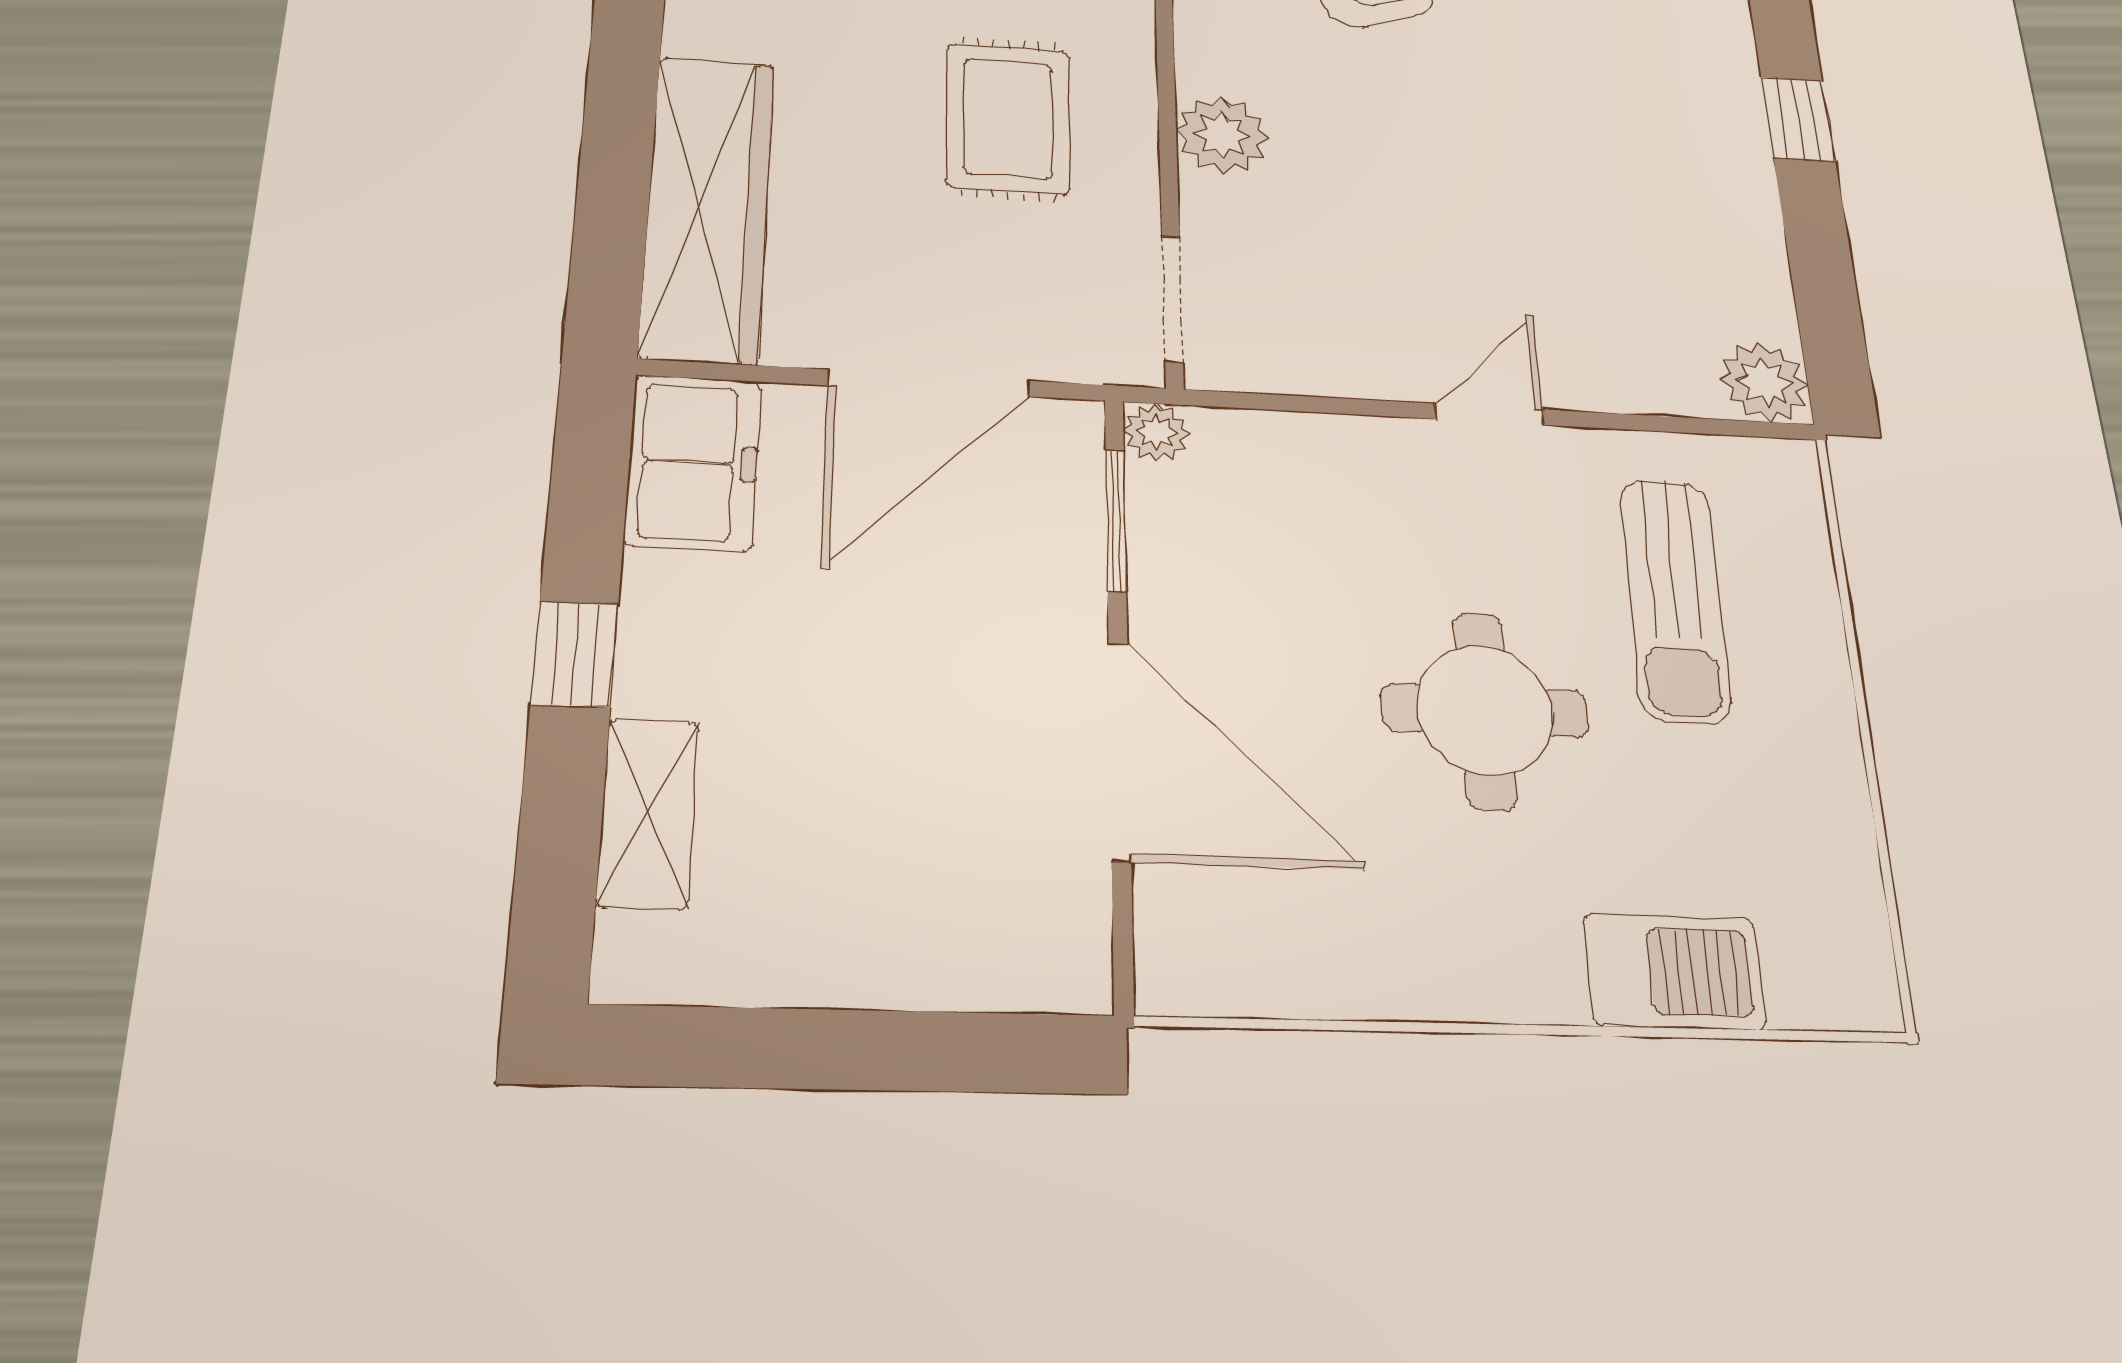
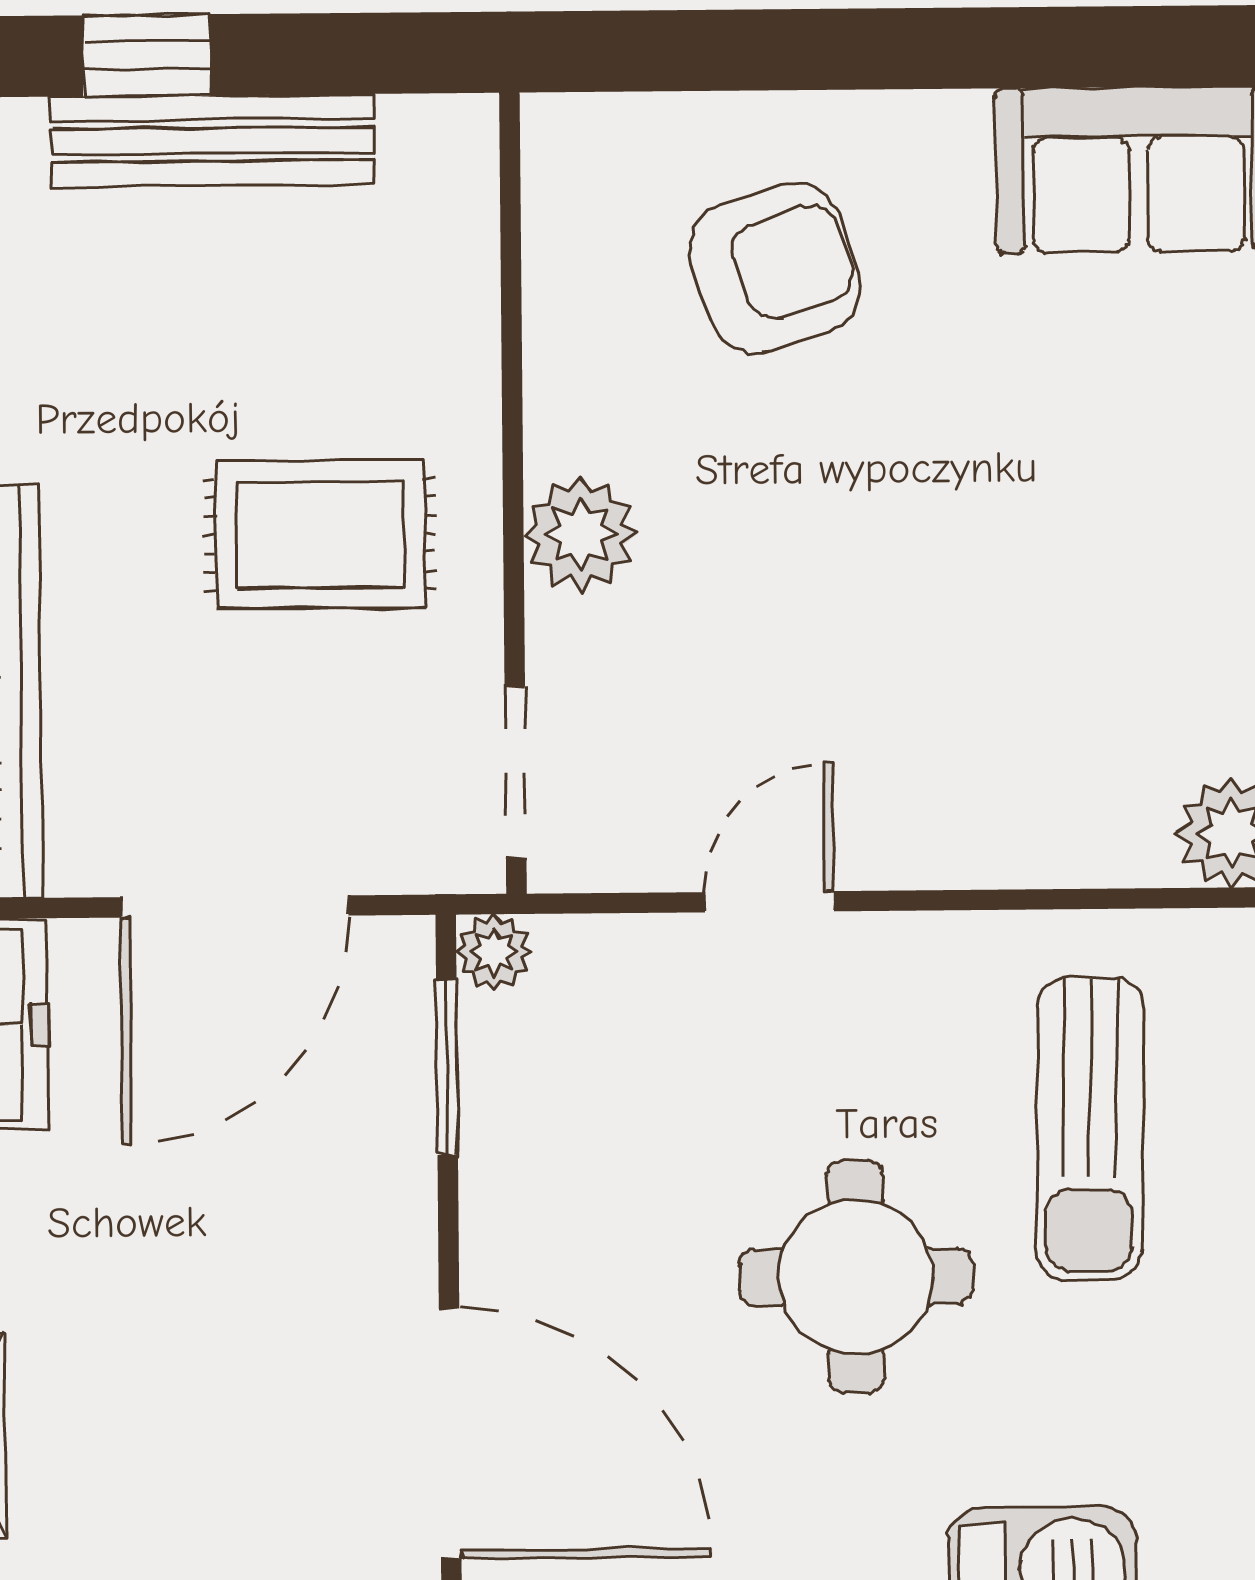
rug: (1008, 119) -> (320, 534), turned 90
door: (1489, 414) -> (769, 902), moved
door: (1120, 751) -> (450, 1433), moved

